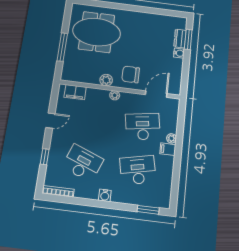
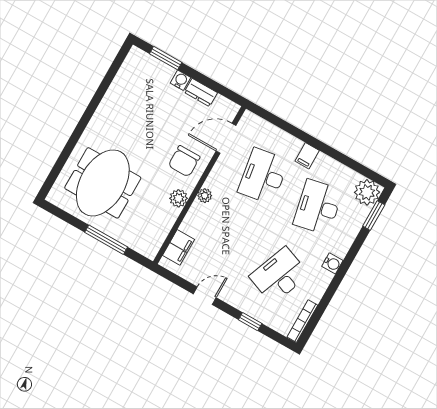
dresser: (180, 39) -> (201, 92), moved
door: (156, 94) -> (226, 138), hinge flipped
door: (50, 121) -> (205, 296), hinge flipped
plant: (171, 138) -> (367, 192), moved, width x1.88, depth x1.88

